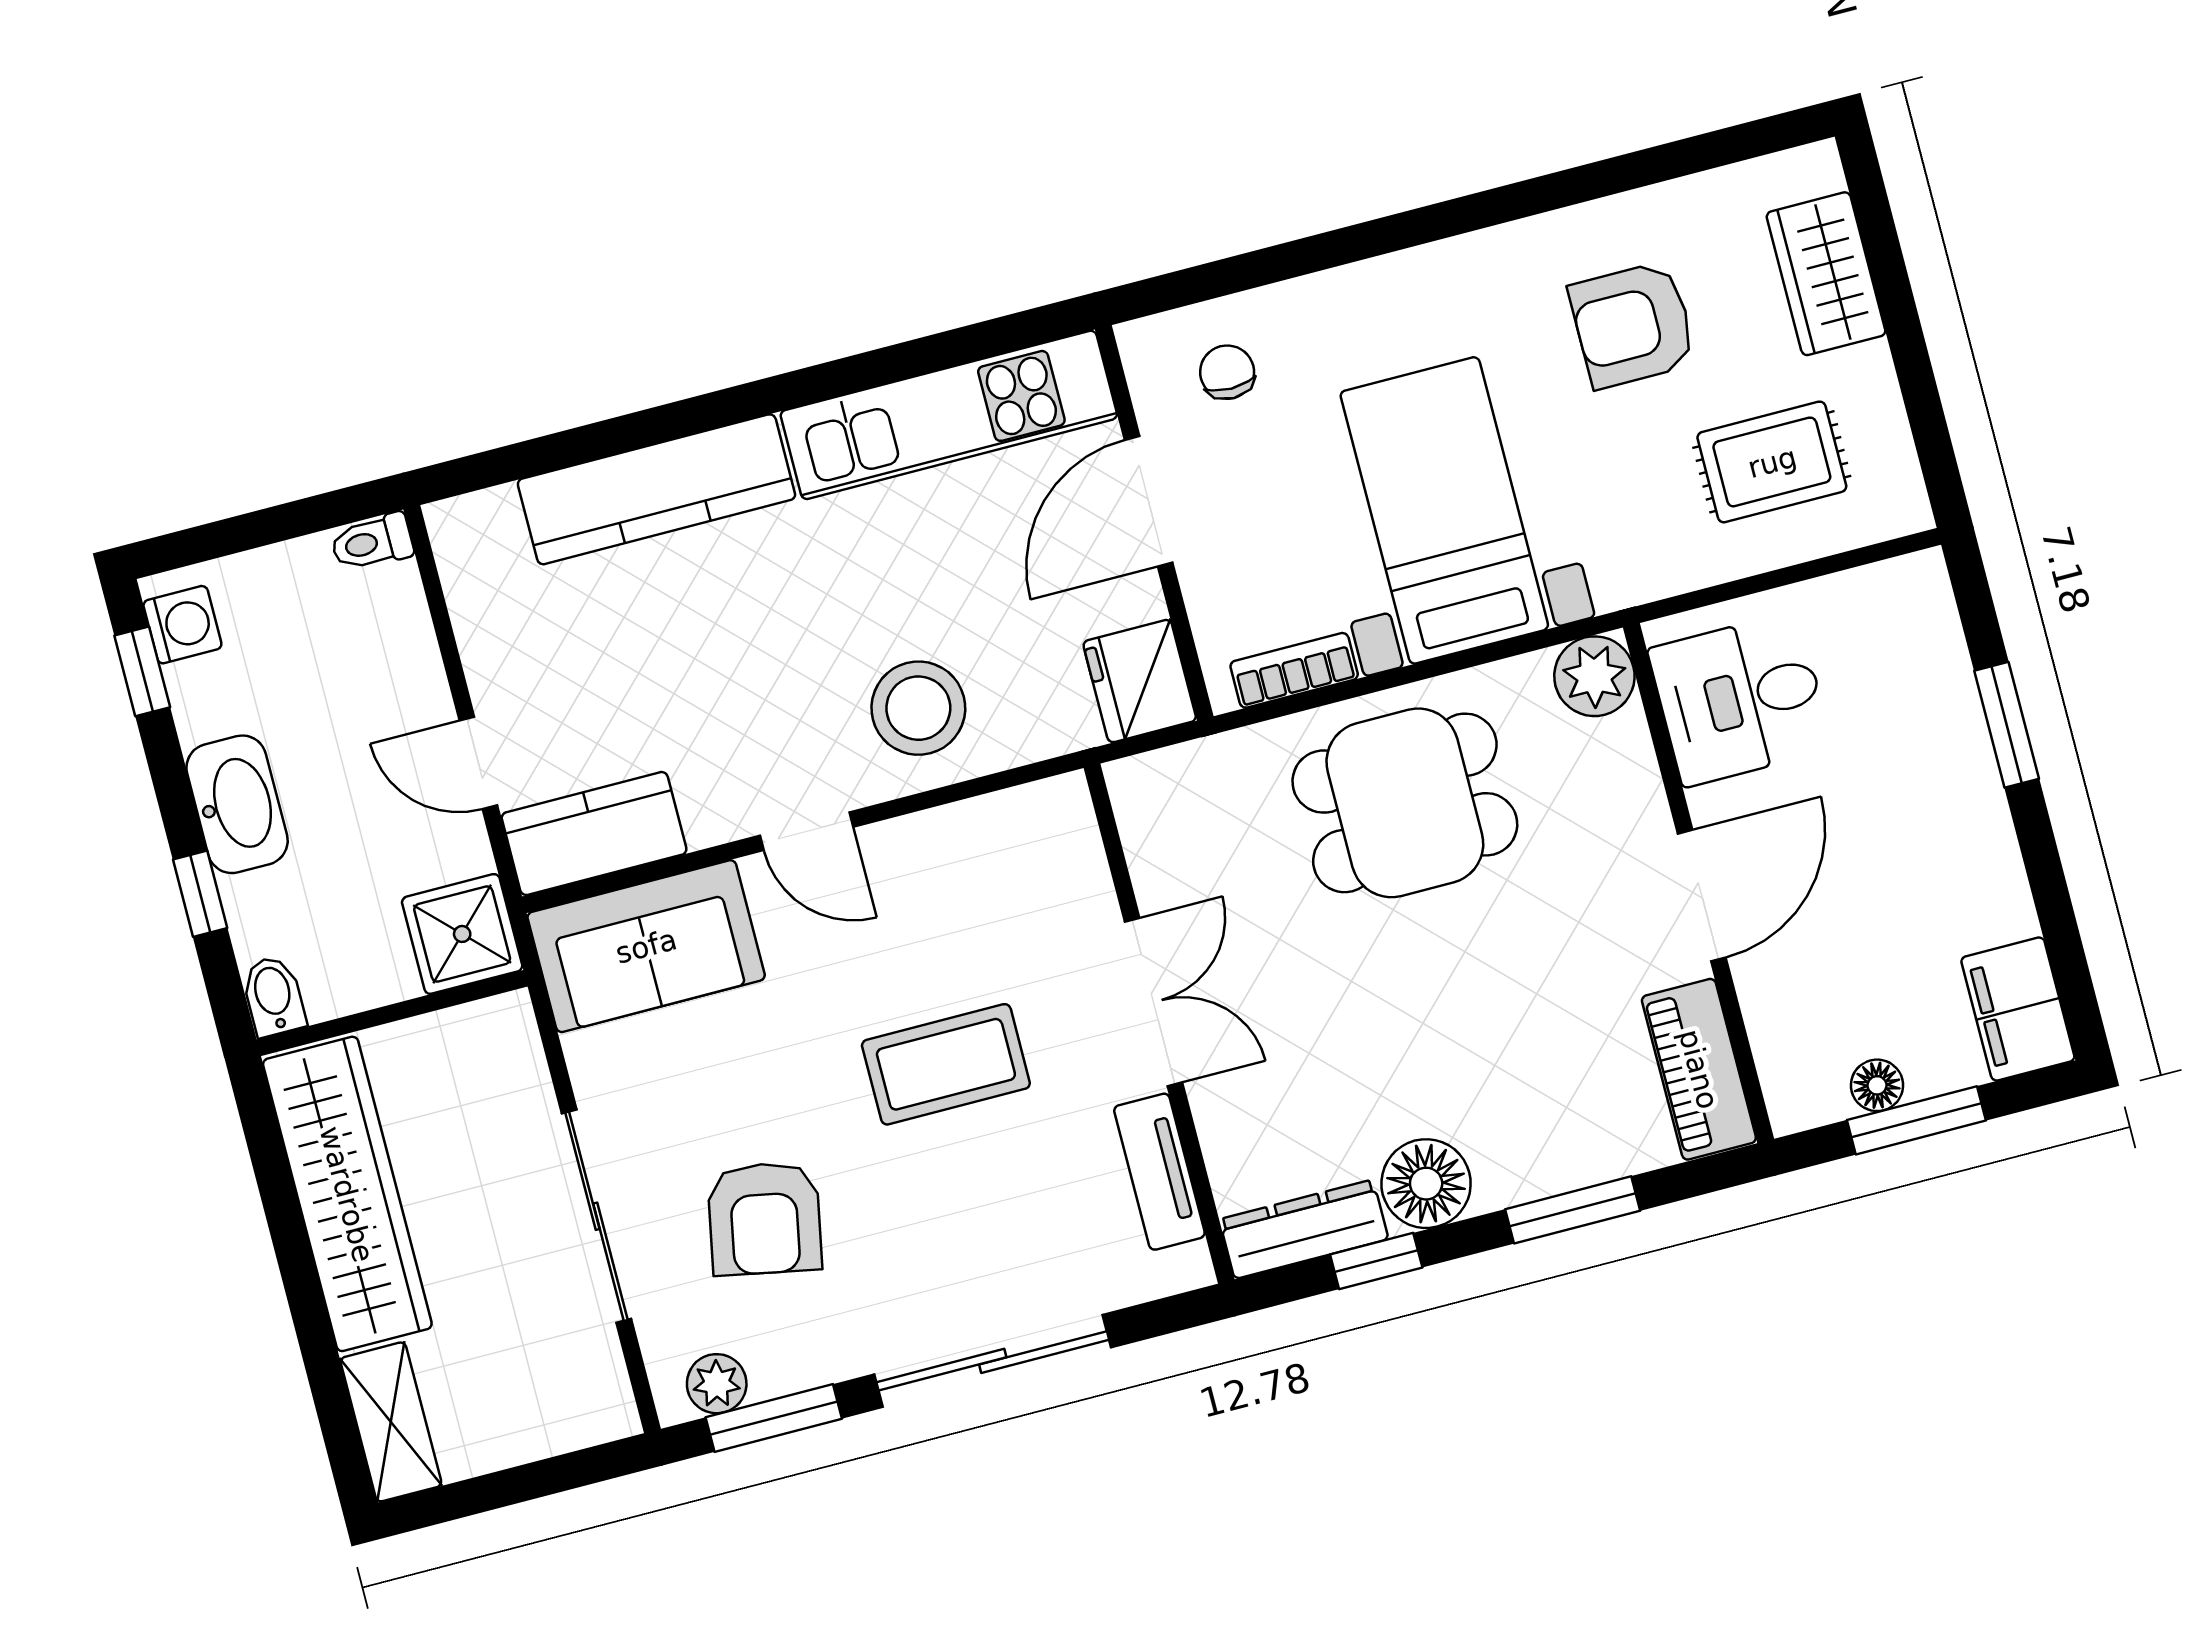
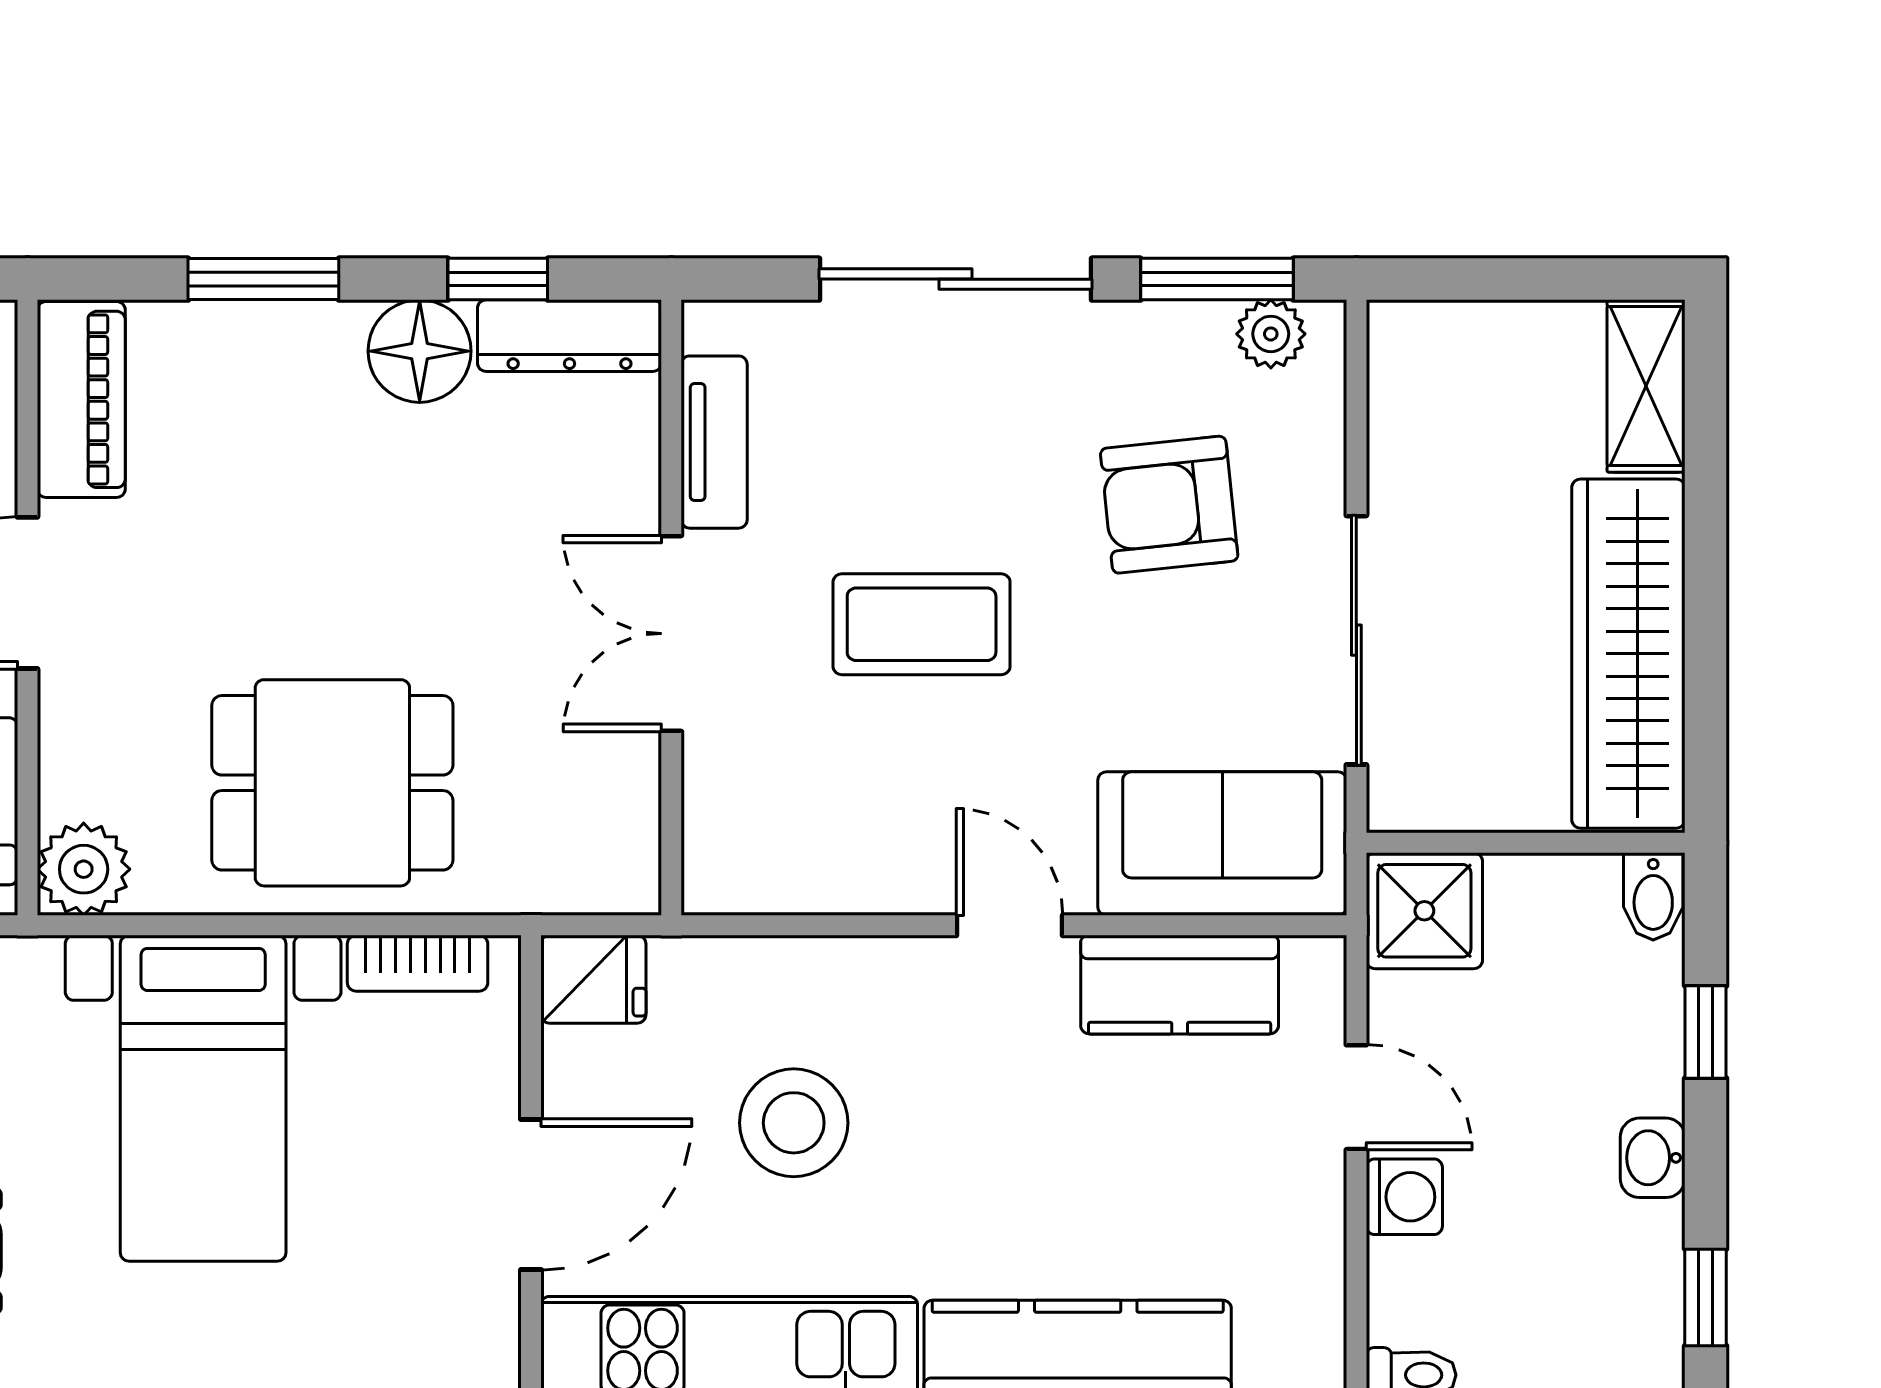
chair: (1227, 372) -> (406, 1316), removed
washing machine: (182, 625) -> (1404, 1197), moved, turned 180
fridge: (1140, 681) -> (593, 979), width x0.72
stool: (918, 708) -> (794, 1123), moved
washbasin: (237, 804) -> (1653, 1158), width x0.52, depth x0.69
kitchen counter: (594, 834) -> (1180, 985), moved
sliding door: (596, 1216) -> (1356, 640), moved
armchair: (765, 1218) -> (1169, 505), turned -107

